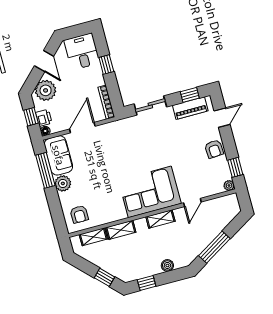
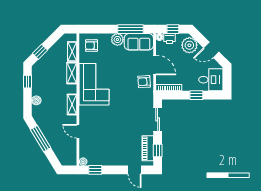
armchair: (214, 149) -> (144, 82), moved
corner sofa: (150, 192) -> (94, 84), moved

